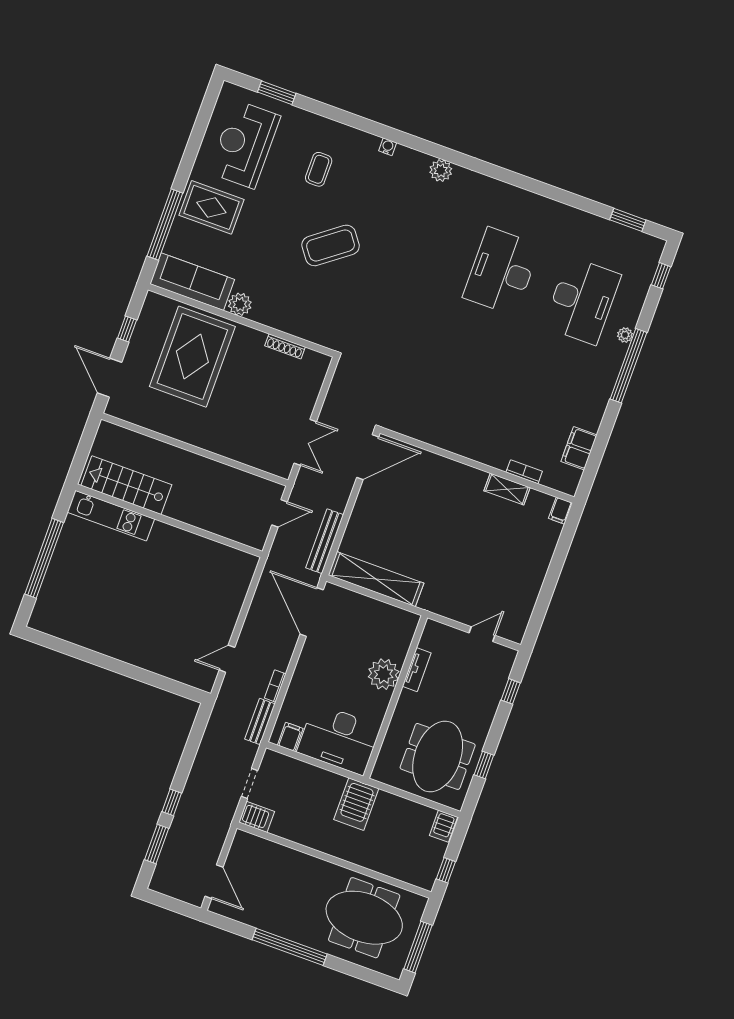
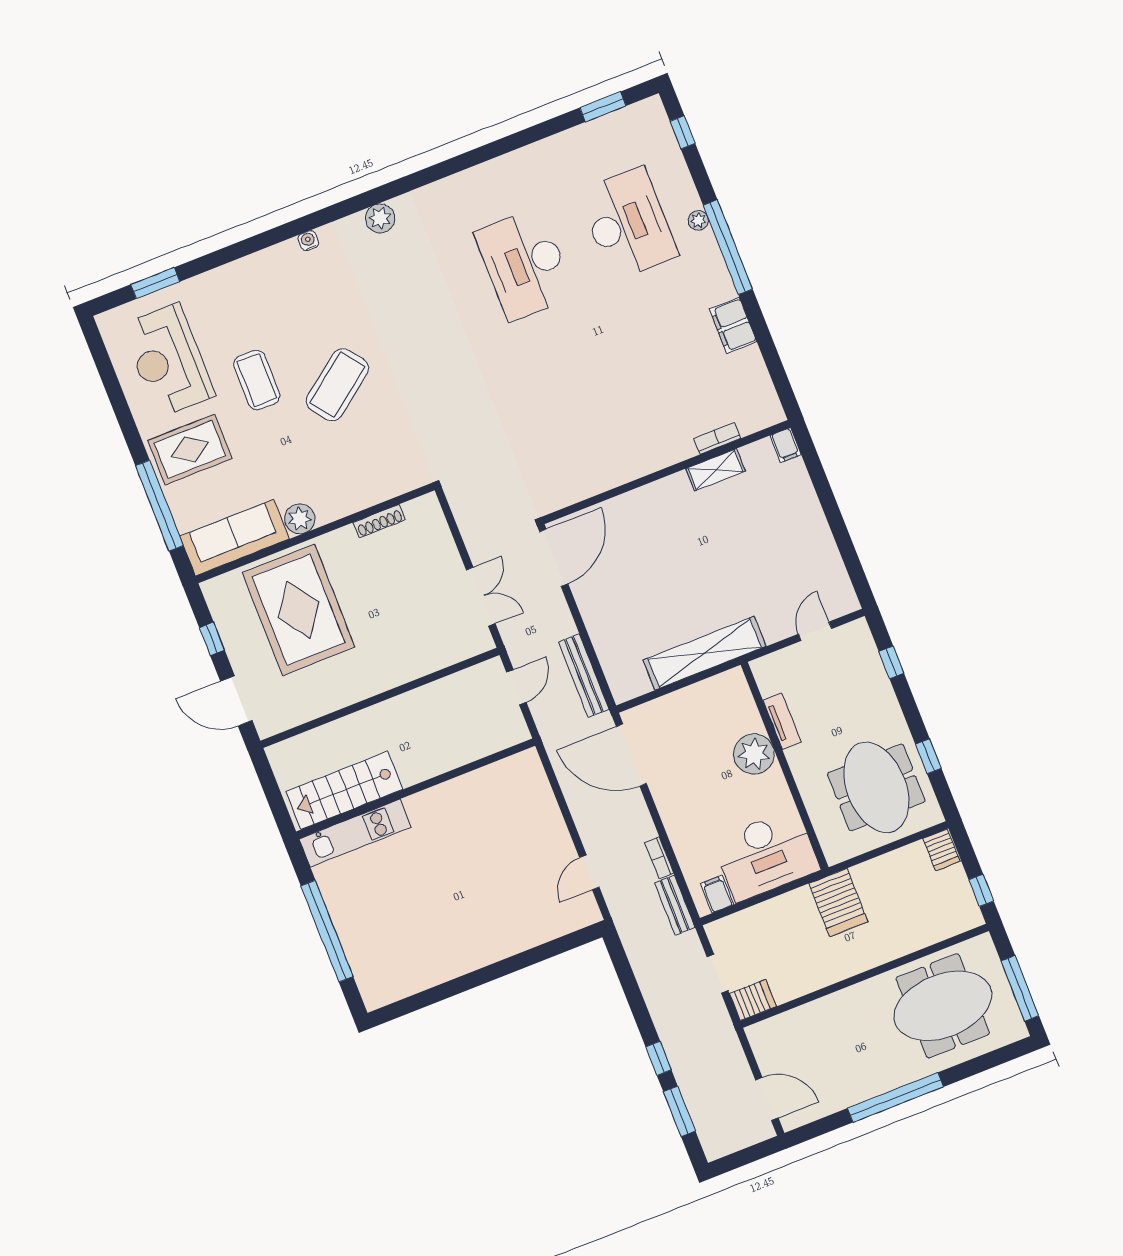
coffee table: (319, 169) -> (257, 380), moved, width x1.36, depth x1.30
filing cabinet: (579, 448) -> (733, 325), moved
shelving: (376, 579) -> (705, 653), moved

